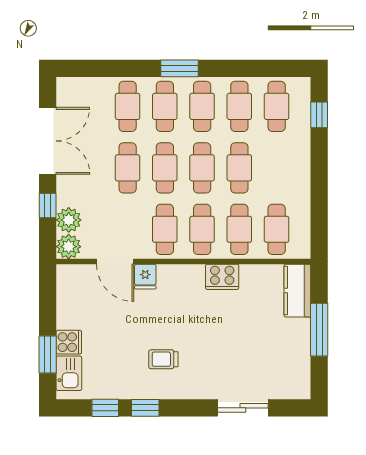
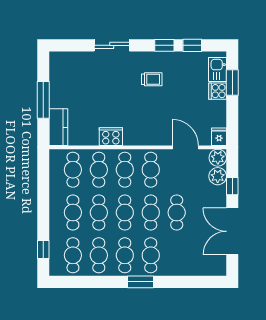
cafe table: (128, 106) -> (73, 212), moved
fridge: (145, 277) -> (219, 137), moved
sliding door: (243, 408) -> (112, 45), moved

